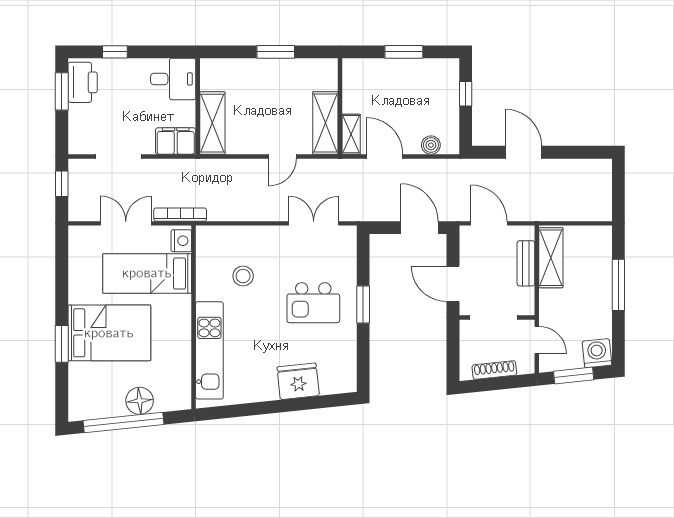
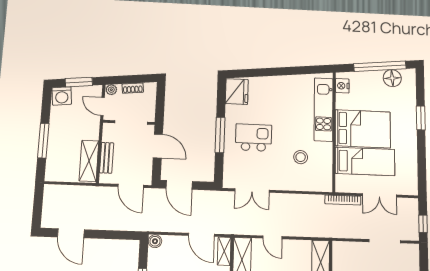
filing cabinet: (176, 141) -> (346, 251), removed
boiler: (431, 145) -> (155, 241), moved
door: (523, 152) -> (71, 233), moved
door: (282, 156) -> (272, 237), swing flipped
nightstand: (181, 241) -> (342, 86), moved
window: (363, 304) -> (220, 135), width x1.44
bed: (109, 333) -> (363, 129), moved, turned 180
plant: (526, 366) -> (111, 90), added
shoe rack: (494, 370) -> (133, 88), width x0.70
fridge: (298, 381) -> (237, 92), moved, turned -84
floor lamp: (140, 401) -> (392, 78), moved

